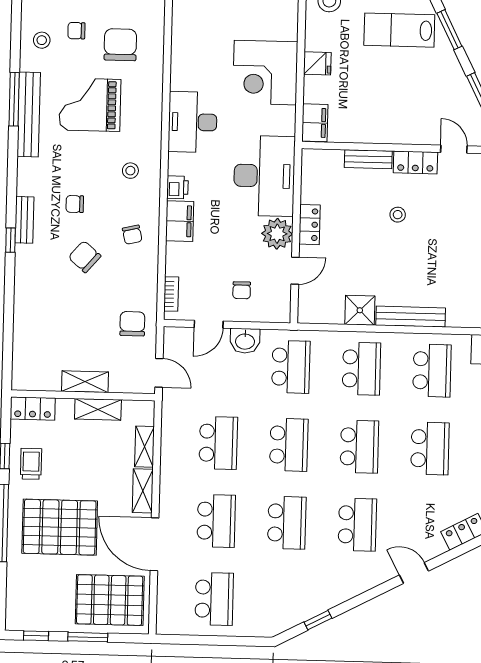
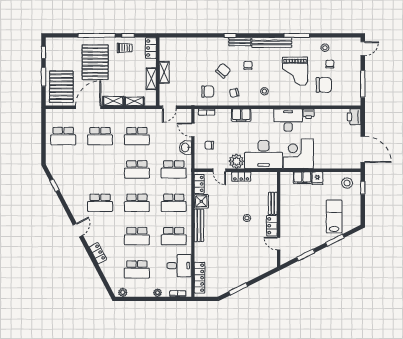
corner desk: (265, 73) -> (298, 154), moved
grand piano: (90, 105) -> (295, 71), turned 180
bench: (29, 114) -> (272, 42), moved
filing cabinet: (315, 123) -> (302, 178), moved
door: (454, 149) -> (279, 244), swing flipped
printer: (178, 187) -> (309, 114), moved
locker: (323, 314) -> (199, 184), added
chair: (132, 324) -> (208, 92), moved
school desk: (287, 523) -> (100, 169), removed

